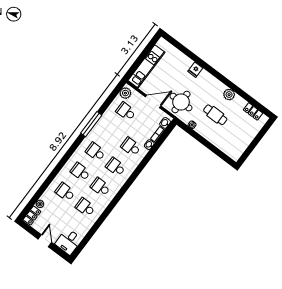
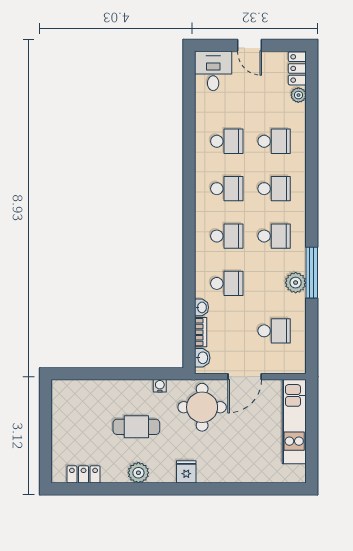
fridge: (195, 70) -> (186, 472), moved
plant: (125, 93) -> (296, 283), moved

